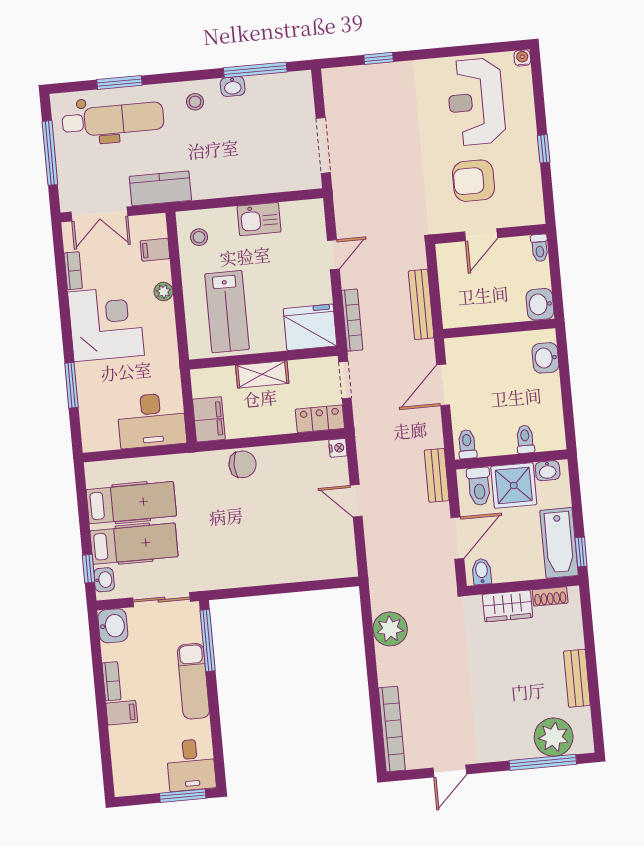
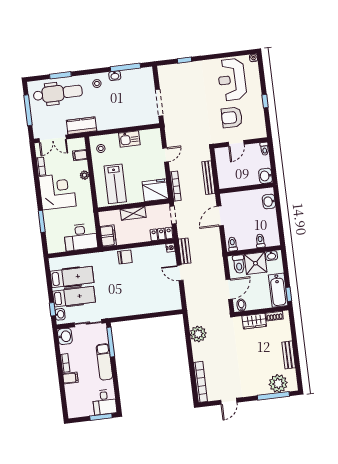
bench: (437, 475) -> (185, 251), moved

